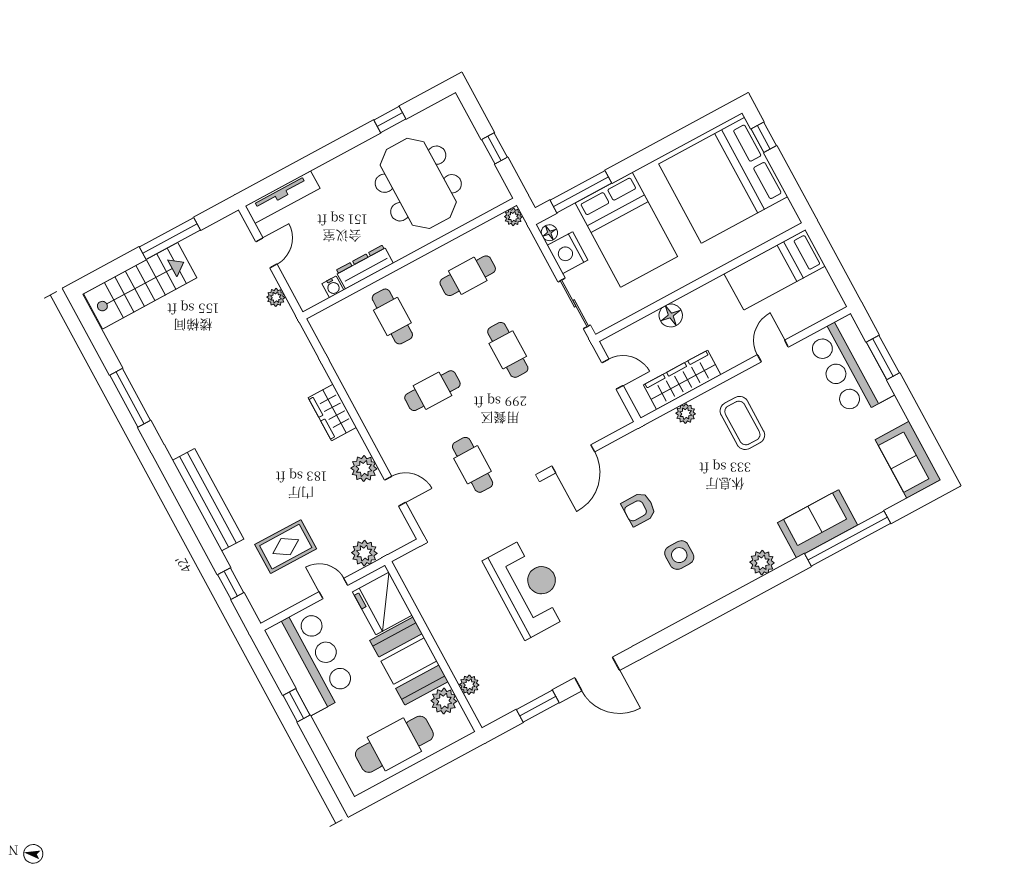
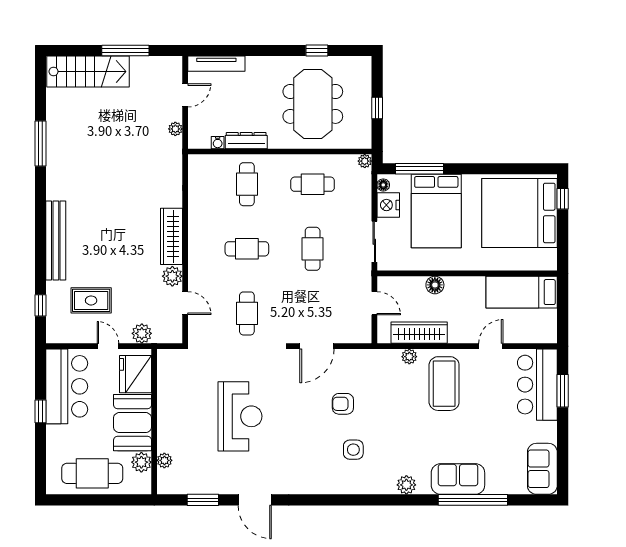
wardrobe: (332, 412) -> (171, 236), width x1.50
coffee table: (742, 423) -> (444, 384), width x1.36, depth x1.32

